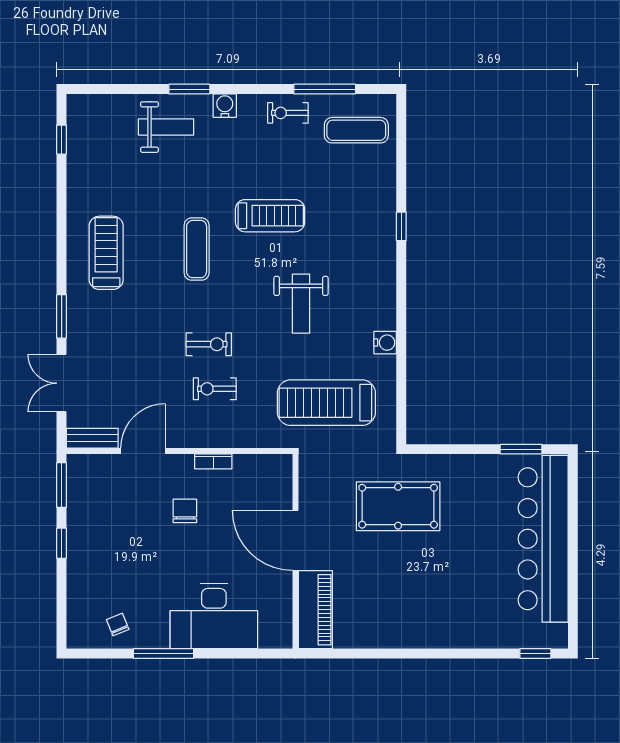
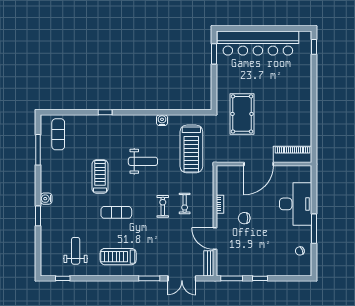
exercise bike: (288, 113) -> (50, 168), removed
weight bench: (166, 127) -> (76, 251), moved

